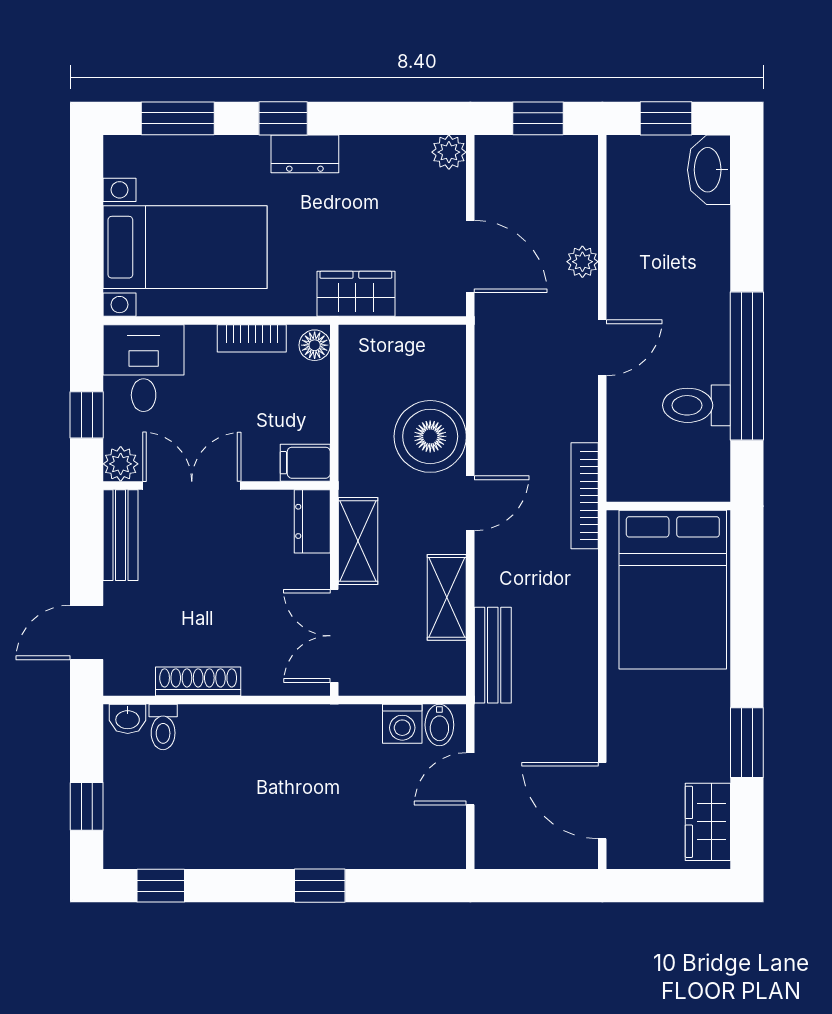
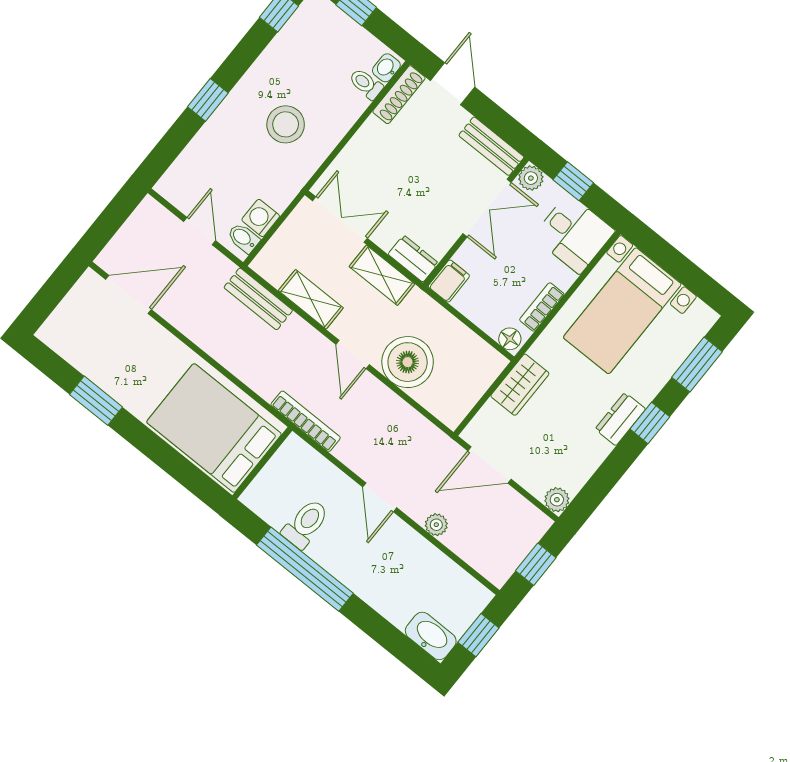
shoe rack: (198, 681) -> (399, 95), moved
stool: (278, 779) -> (286, 124), added
wardrobe: (708, 822) -> (70, 344), removed

